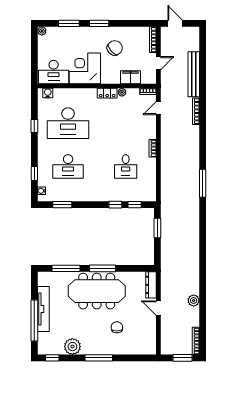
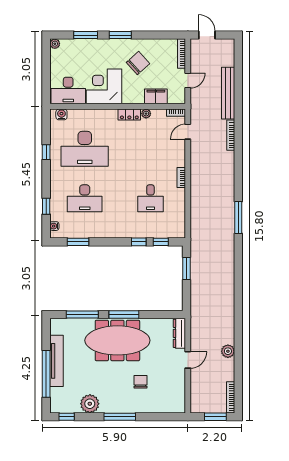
door: (158, 308) -> (188, 360), swing flipped

